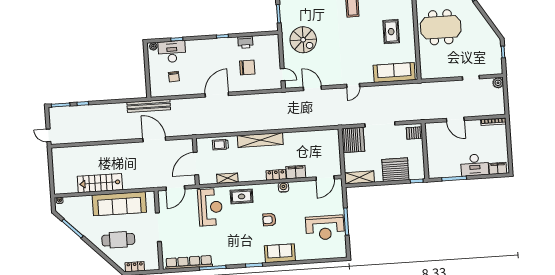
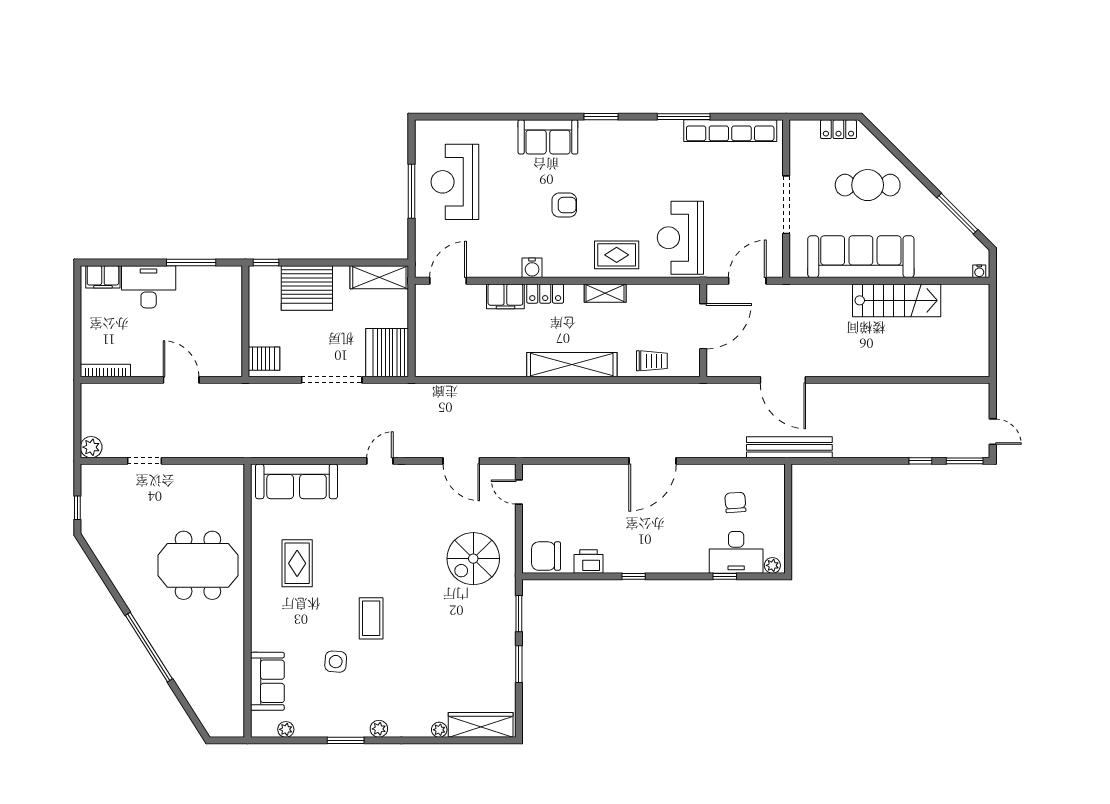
spiral stairs: (303, 40) -> (473, 559), turned -90
chair: (247, 67) -> (546, 556), moved
door: (49, 135) -> (993, 432), moved
shelving: (227, 178) -> (605, 293), moved
reception desk: (325, 228) -> (455, 182), turned -90

